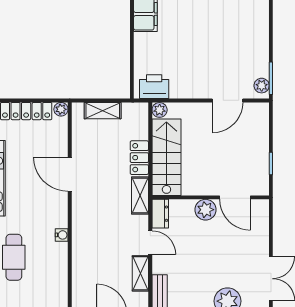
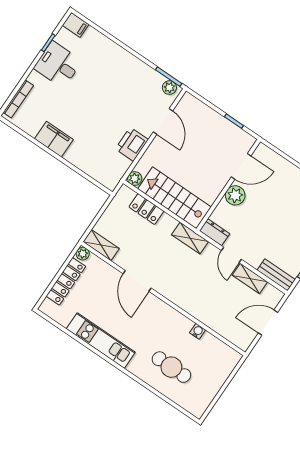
printer: (154, 87) -> (132, 144), moved
shelving: (103, 111) -> (101, 245), moved, turned 90
locker: (139, 158) -> (146, 209), moved
door: (70, 174) -> (137, 281), hinge flipped
water cooler: (62, 235) -> (198, 331), moved
door: (150, 243) -> (231, 255), swing flipped

